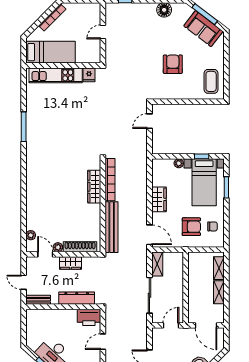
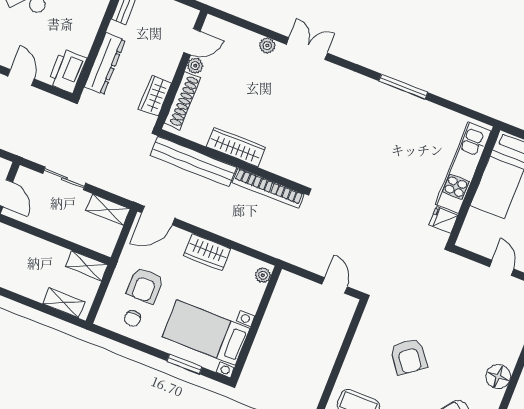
armchair: (173, 64) -> (409, 357), turned 53
window: (202, 156) -> (248, 345), removed
plant: (179, 163) -> (263, 275), moved
wardrobe: (94, 187) -> (236, 147), moved
double door: (24, 189) -> (307, 49), added
plant: (31, 235) -> (267, 46), moved
wardrobe: (70, 263) -> (155, 96), moved
shelving: (219, 292) -> (87, 266), moved
sliding door: (149, 295) -> (64, 178), width x0.73

